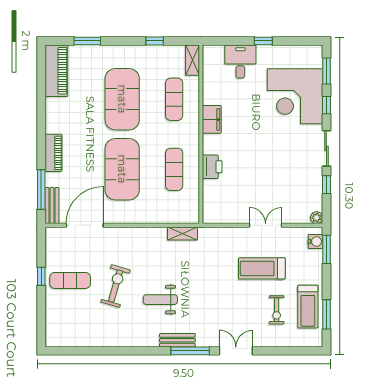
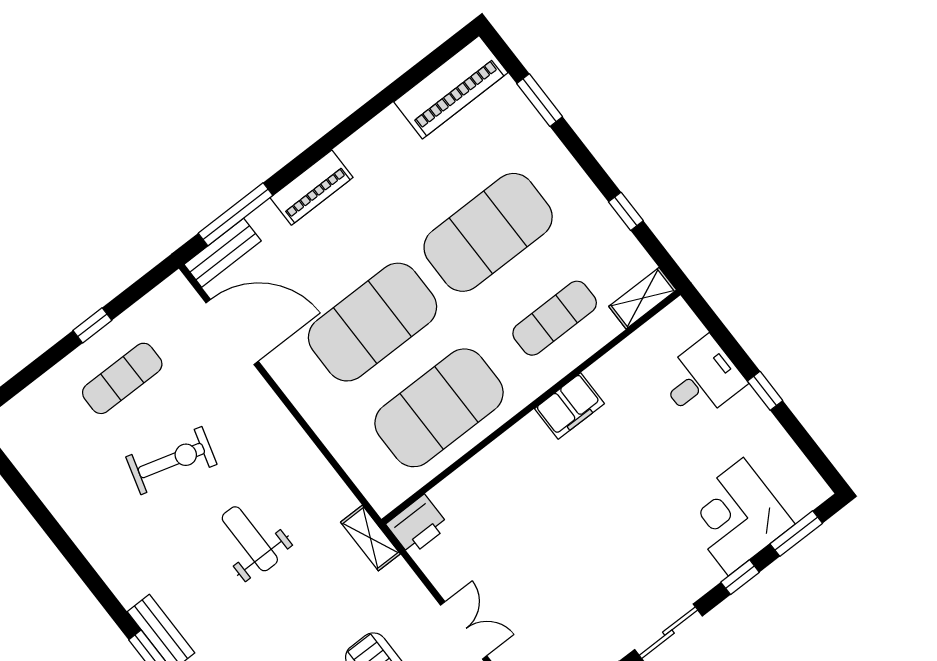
corner desk: (295, 96) -> (736, 517), width x0.74, depth x0.74
printer: (212, 167) -> (417, 525), moved
exercise mat: (174, 169) -> (439, 408), width x2.00, depth x1.45
shelving: (183, 233) -> (370, 538), moved
exercise mat: (70, 280) -> (122, 378), turned 90
weight bench: (160, 300) -> (250, 539), moved

